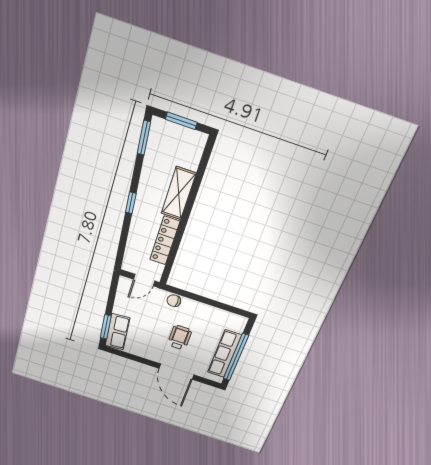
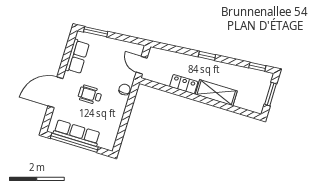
window: (144, 138) -> (257, 67), width x0.67
locker: (165, 241) -> (184, 84), width x0.66
row of seats: (117, 332) -> (77, 57), moved, turned -85
wheelchair: (180, 337) -> (90, 95), turned 180

